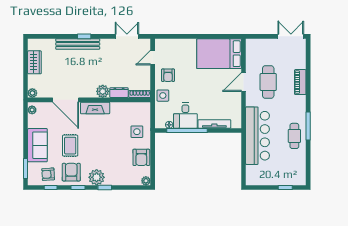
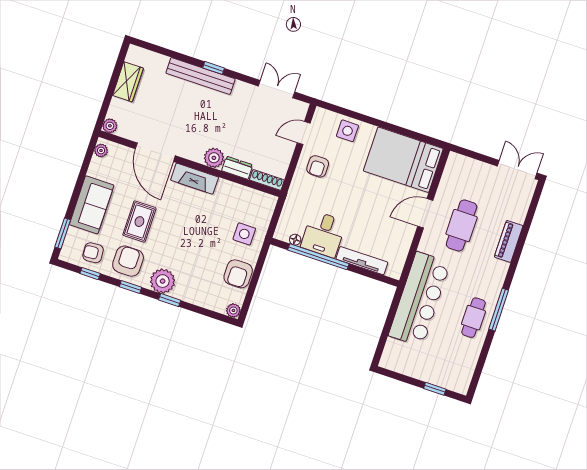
side table: (163, 96) -> (347, 131), moved

